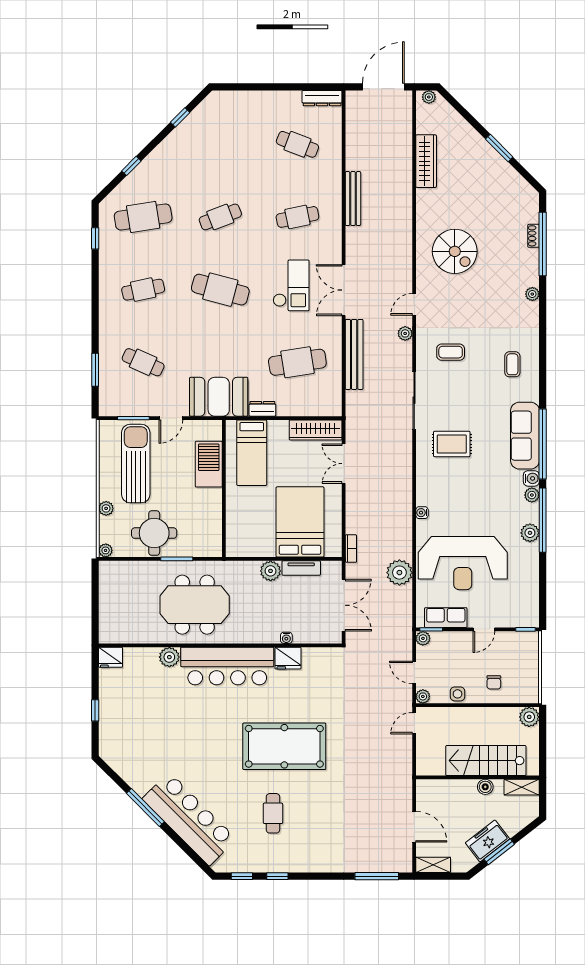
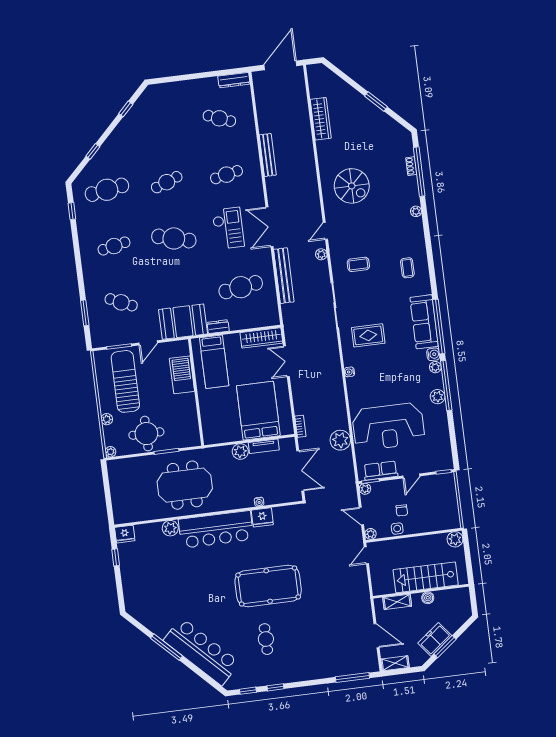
plant: (429, 97) -> (317, 69), removed
water cooler: (422, 513) -> (349, 372), moved
chair: (494, 682) -> (402, 510), moved
window: (95, 710) -> (116, 557), moved
shelving: (522, 787) -> (397, 602), moved

